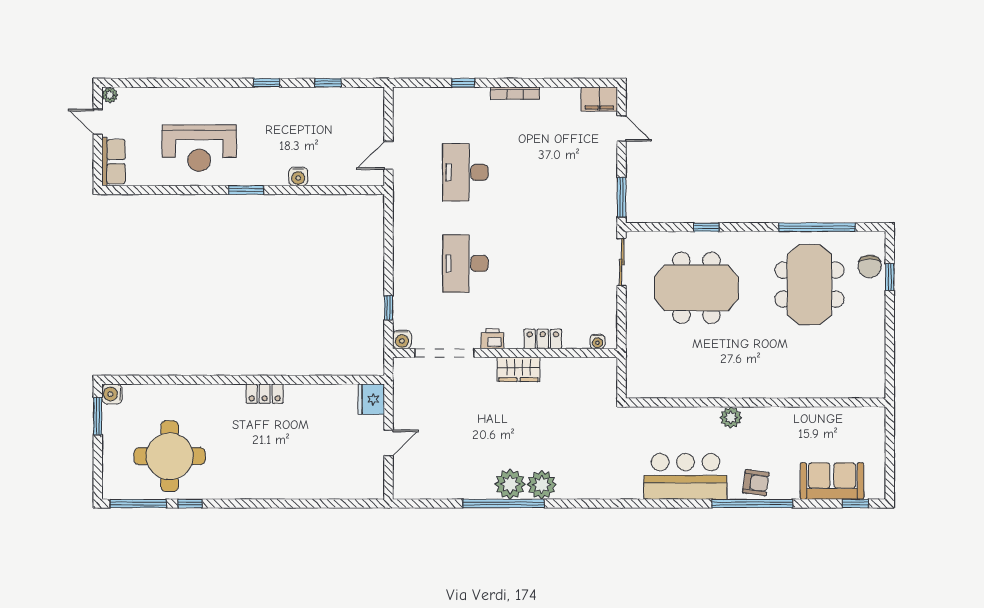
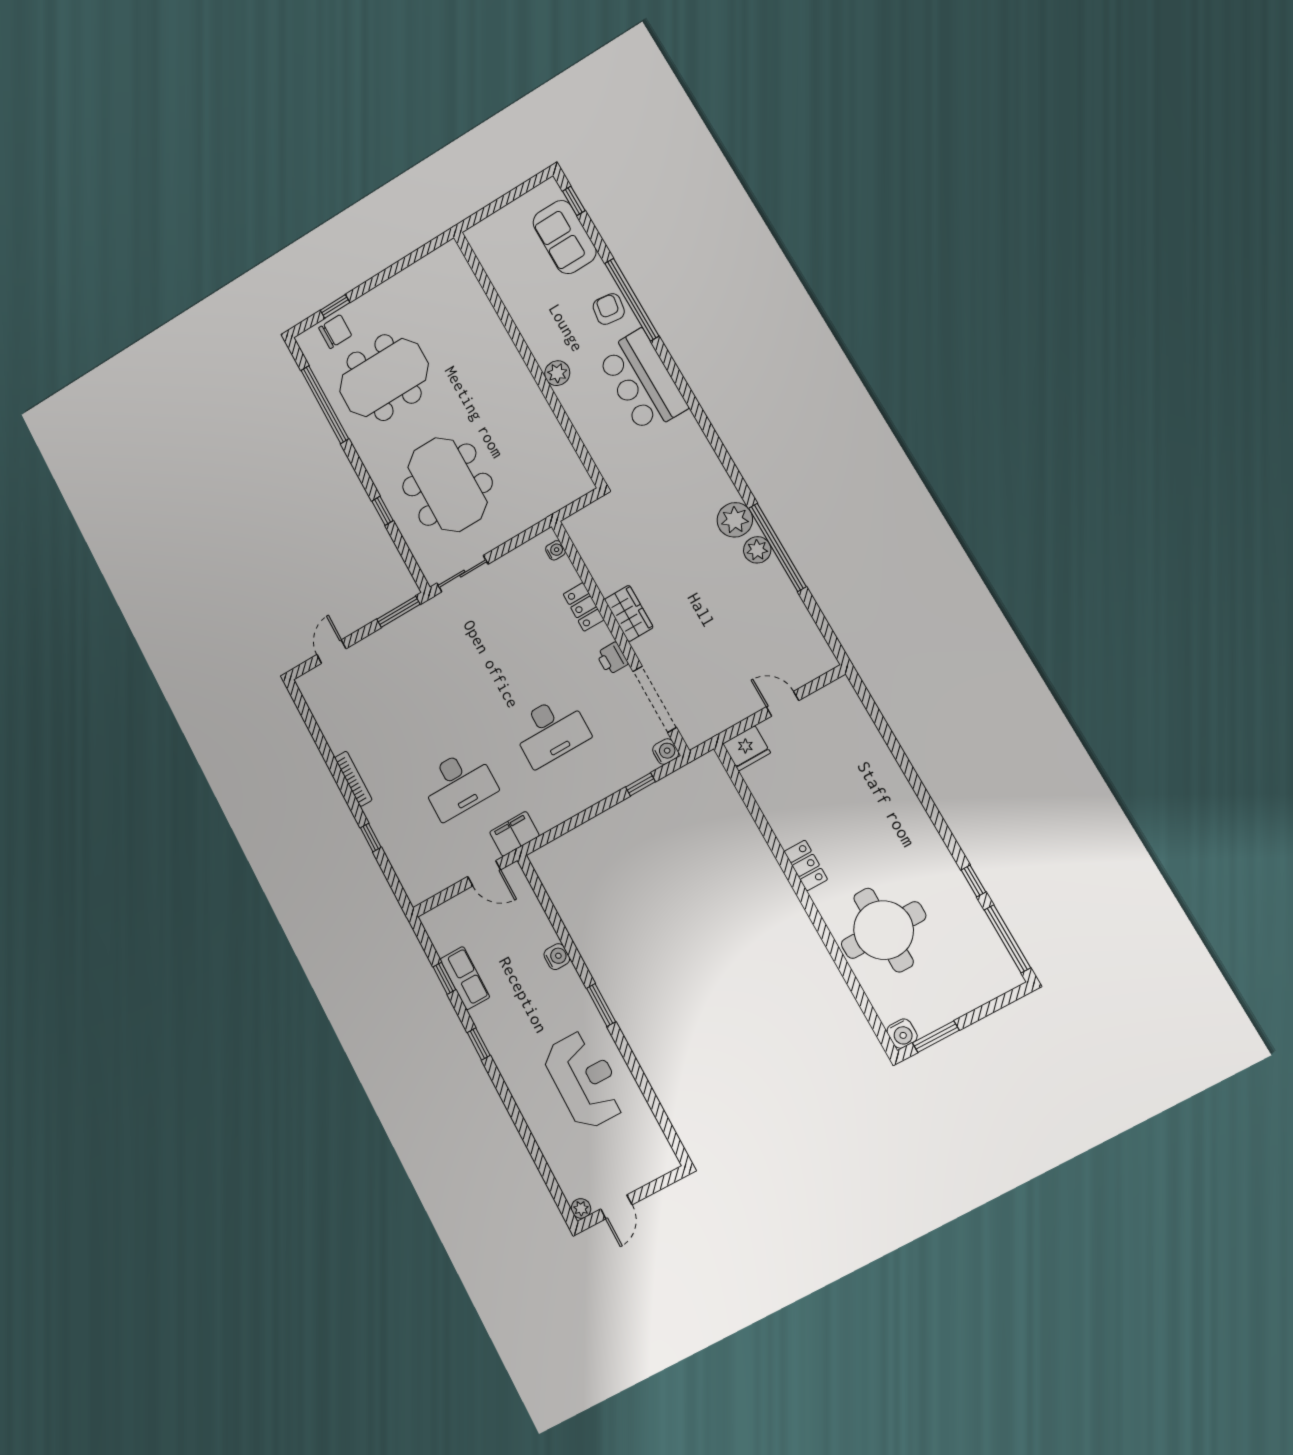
filing cabinet: (599, 99) -> (514, 834), moved, turned -90
row of seats: (113, 162) -> (465, 978), moved, turned 90
round table: (170, 456) -> (884, 930), moved
plant: (510, 484) -> (757, 550), width x0.73, depth x0.73

